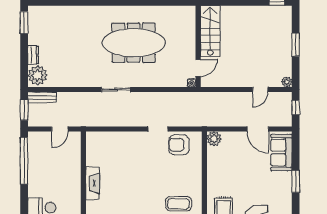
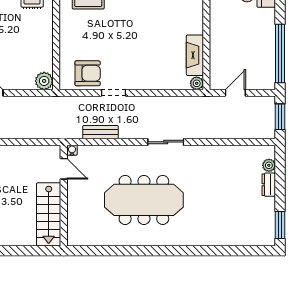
door: (198, 68) -> (64, 169), swing flipped
plant: (38, 75) -> (269, 165), width x0.53, depth x0.53
bench: (42, 97) -> (100, 132), moved
plant: (91, 137) -> (197, 83), added
fireplace: (93, 183) -> (195, 55), moved

